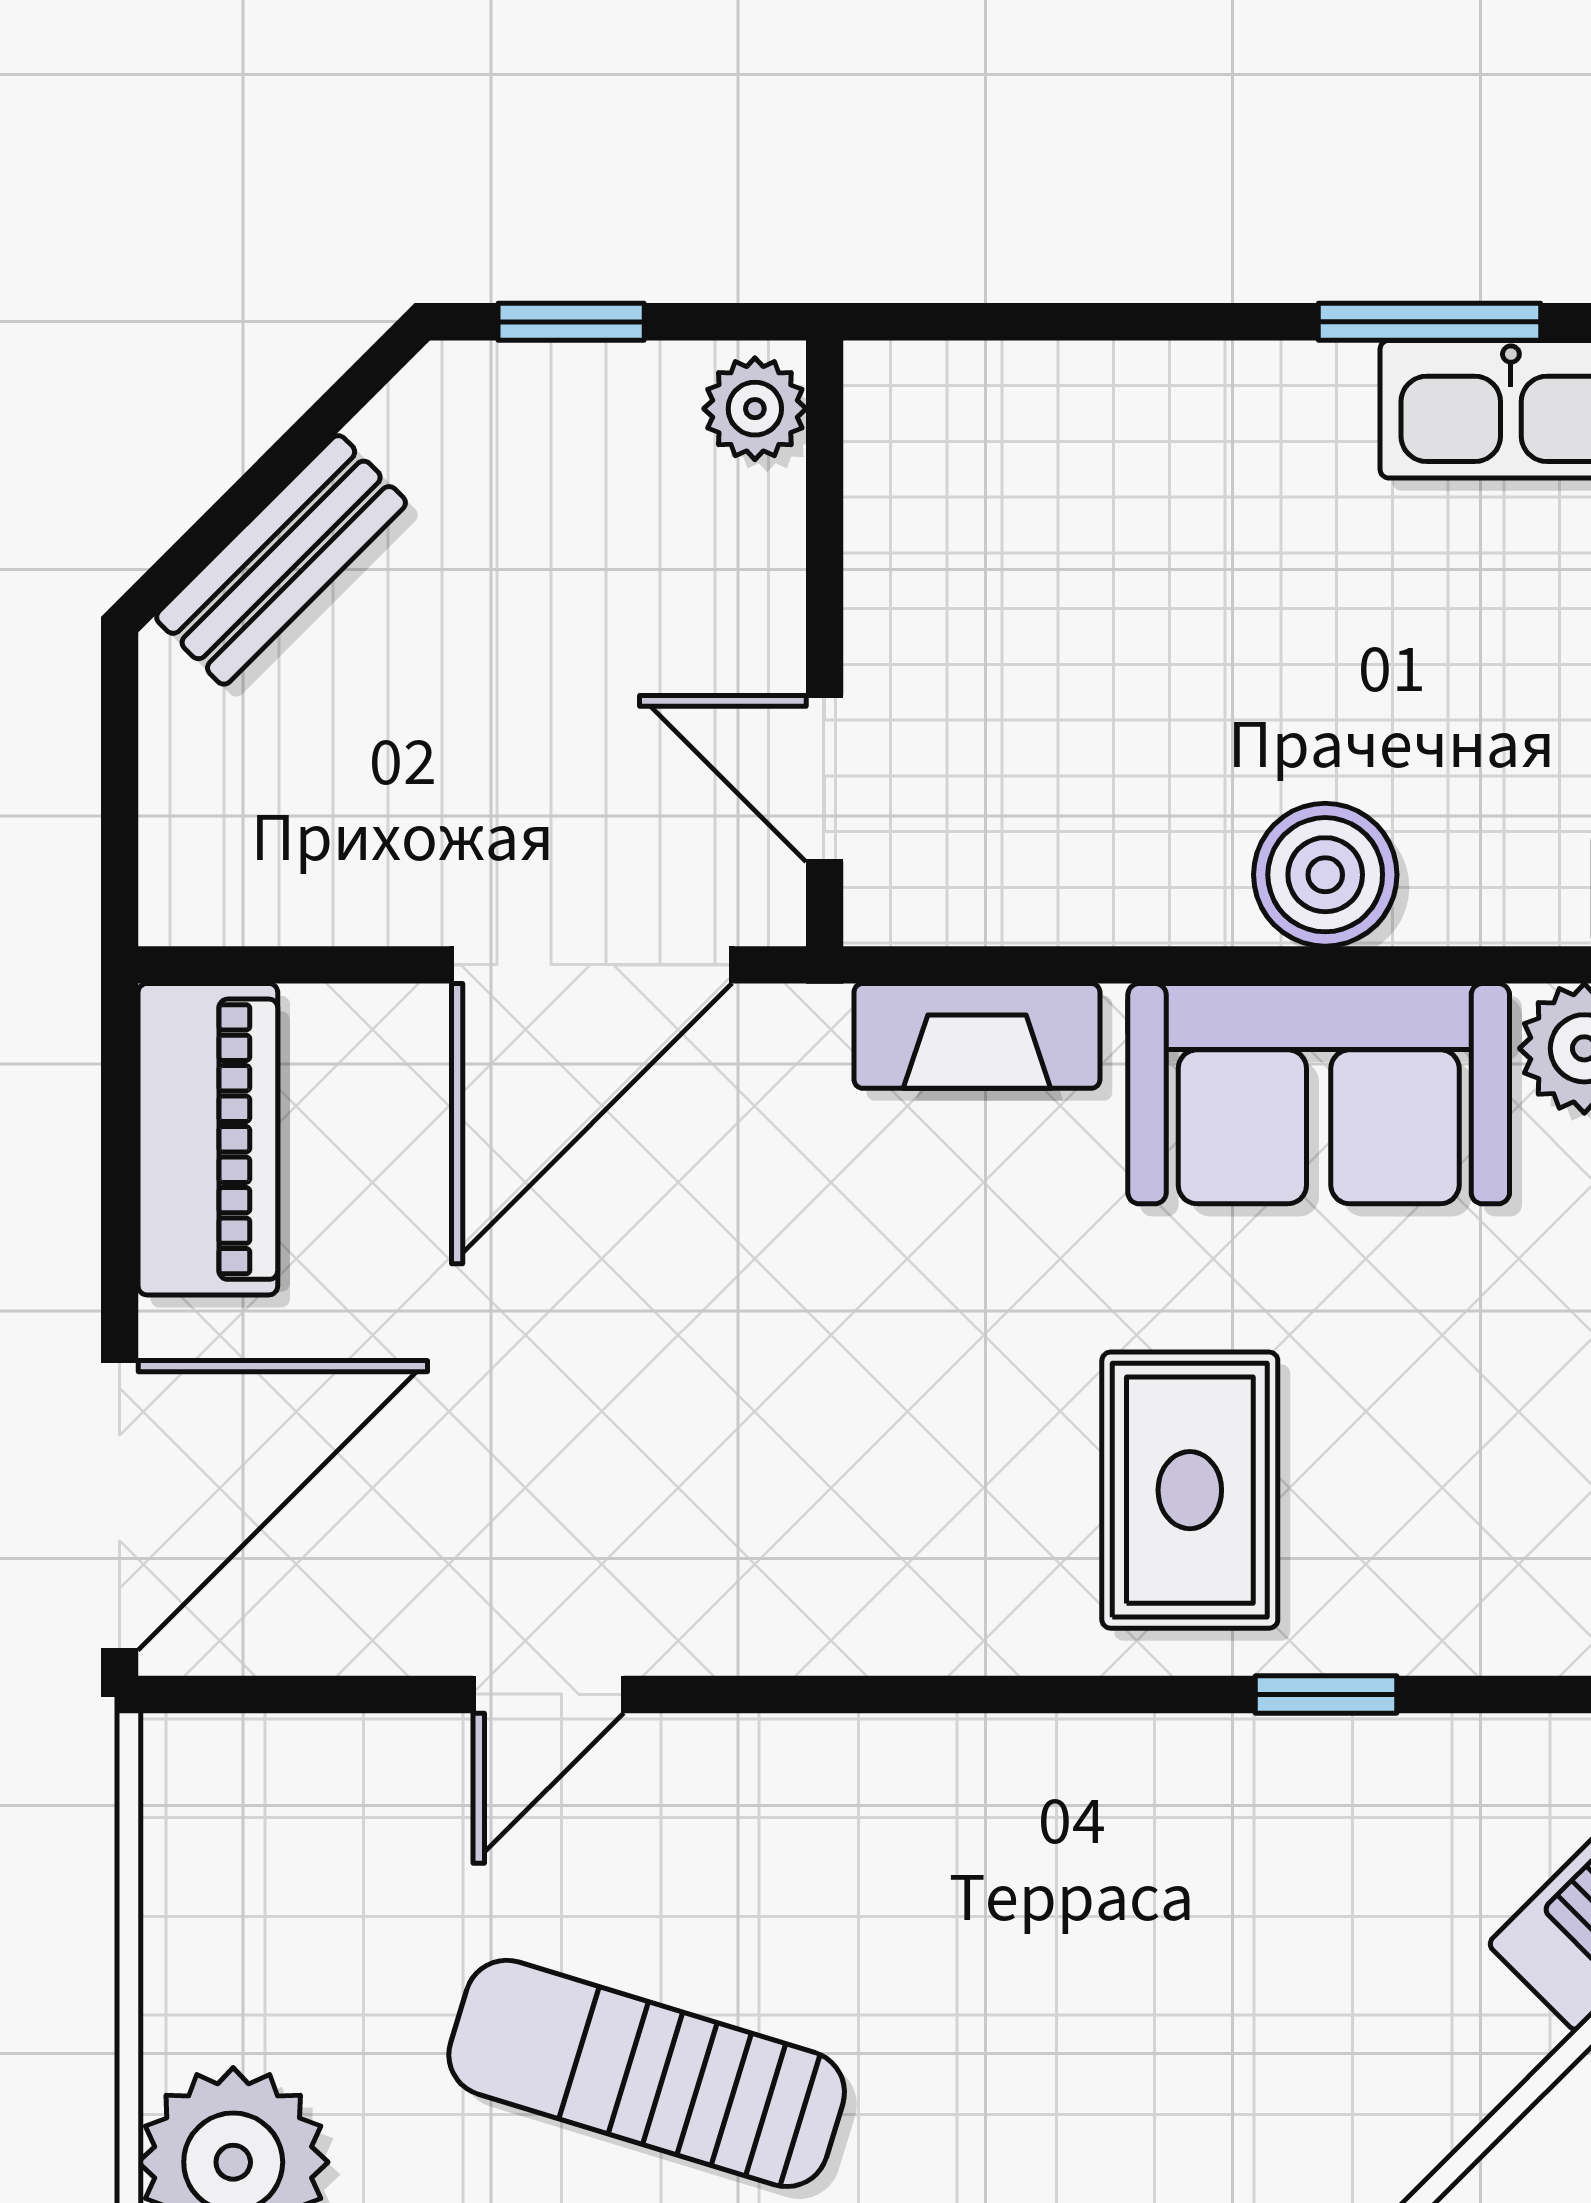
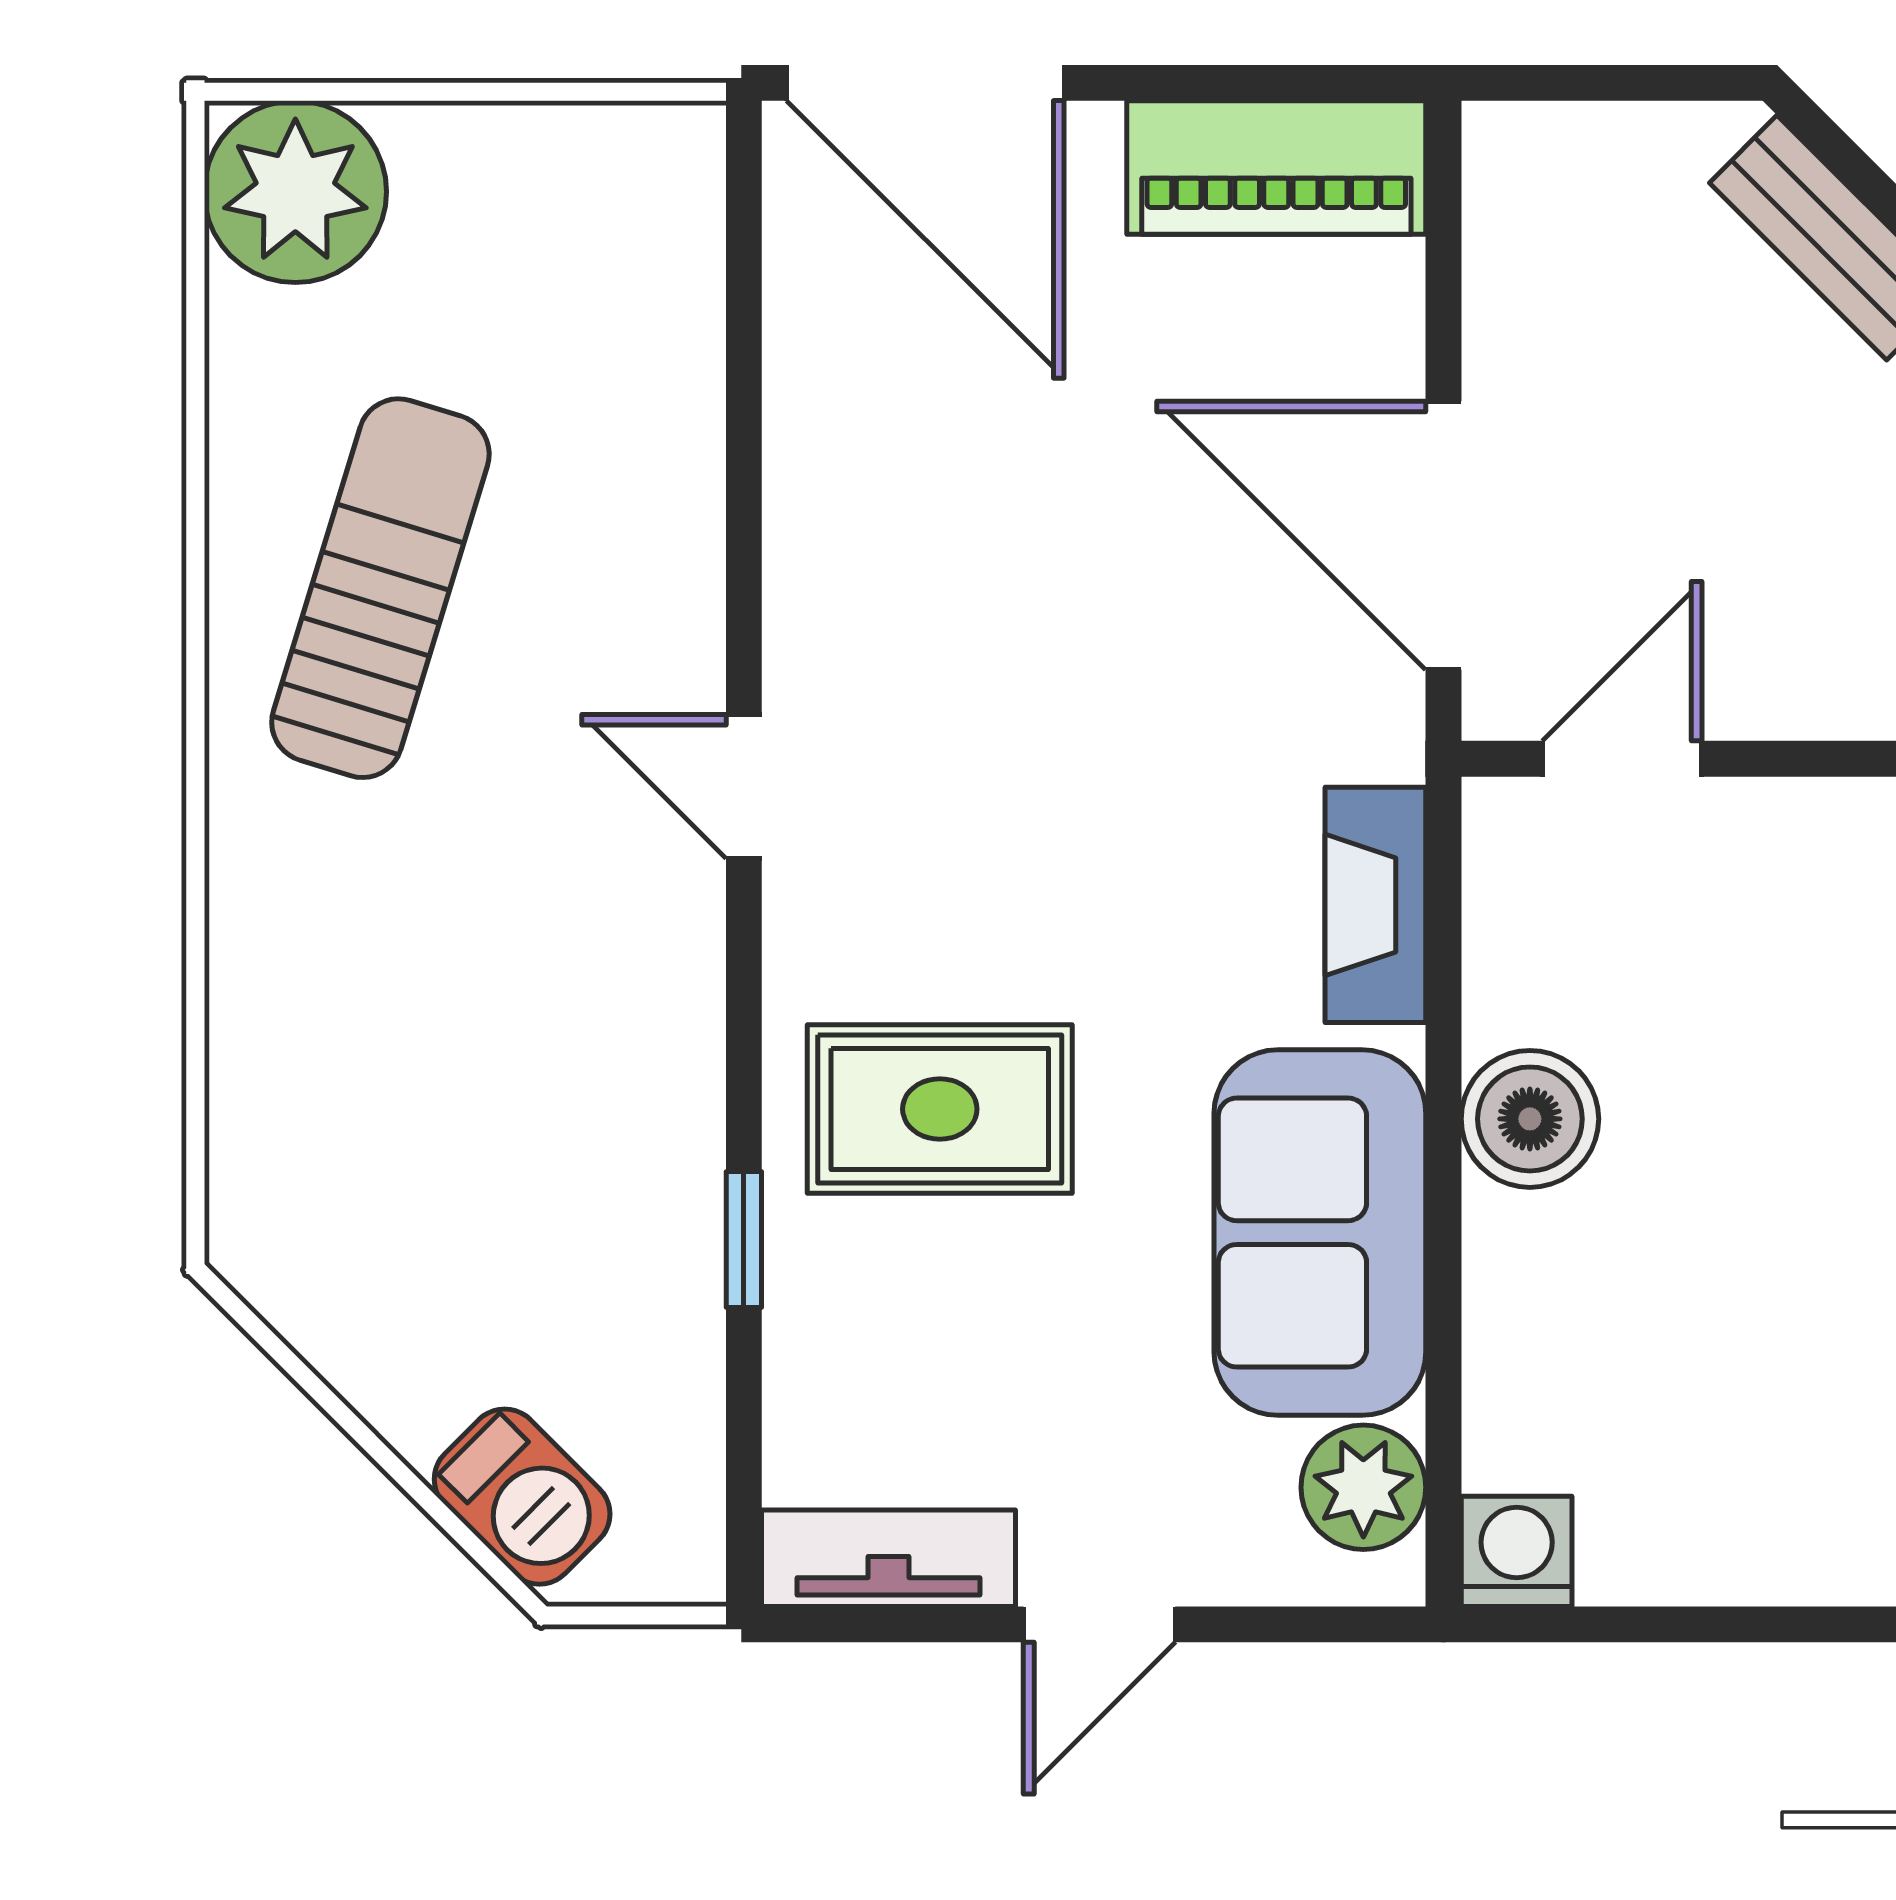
boiler: (1325, 875) -> (1530, 1119), moved
door: (548, 1694) -> (744, 787), moved

